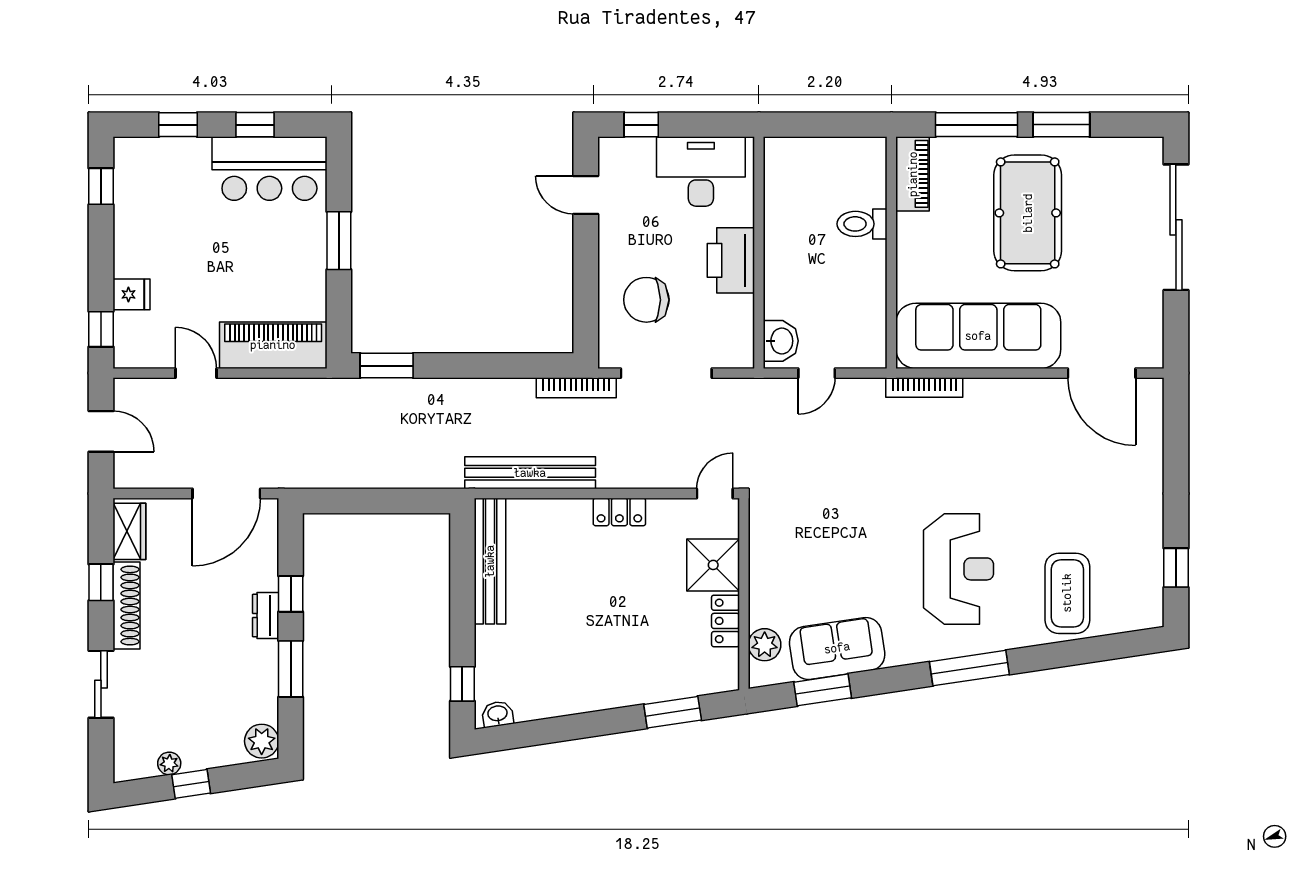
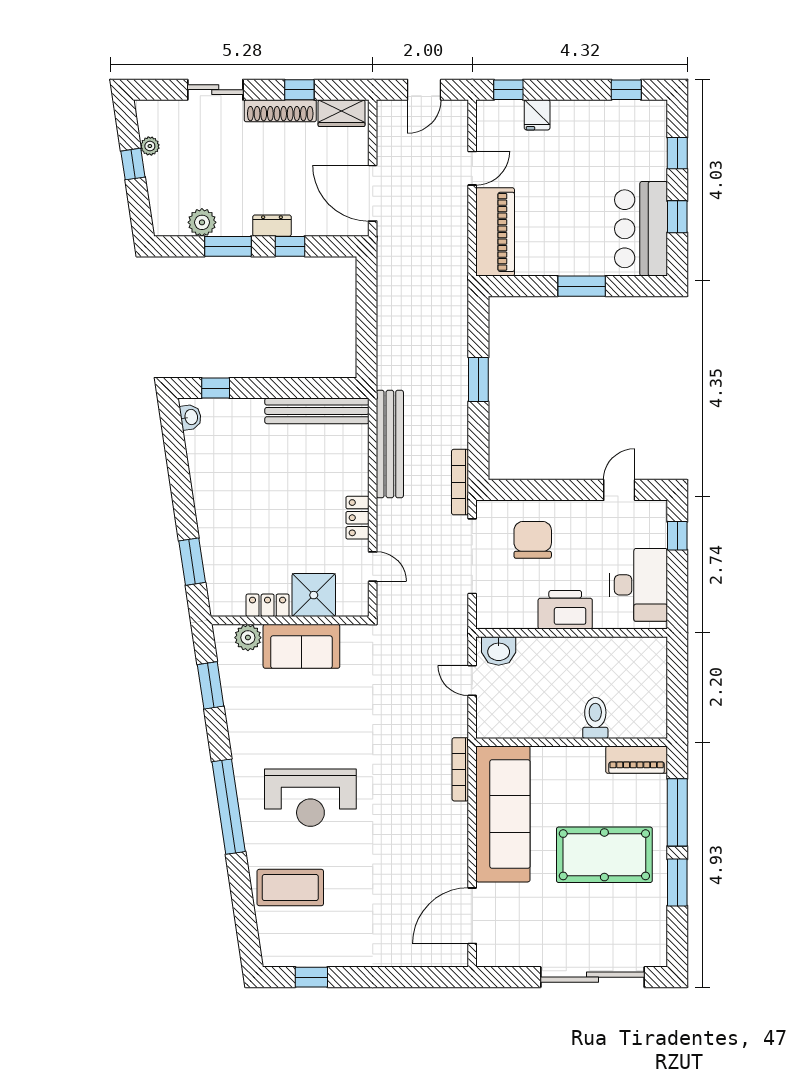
window: (387, 366) -> (478, 379), moved
door: (715, 494) -> (373, 567), moved
sofa: (837, 648) -> (301, 646), moved, turned 98
window: (969, 668) -> (229, 807), width x1.46
plant: (262, 741) -> (202, 222), moved

